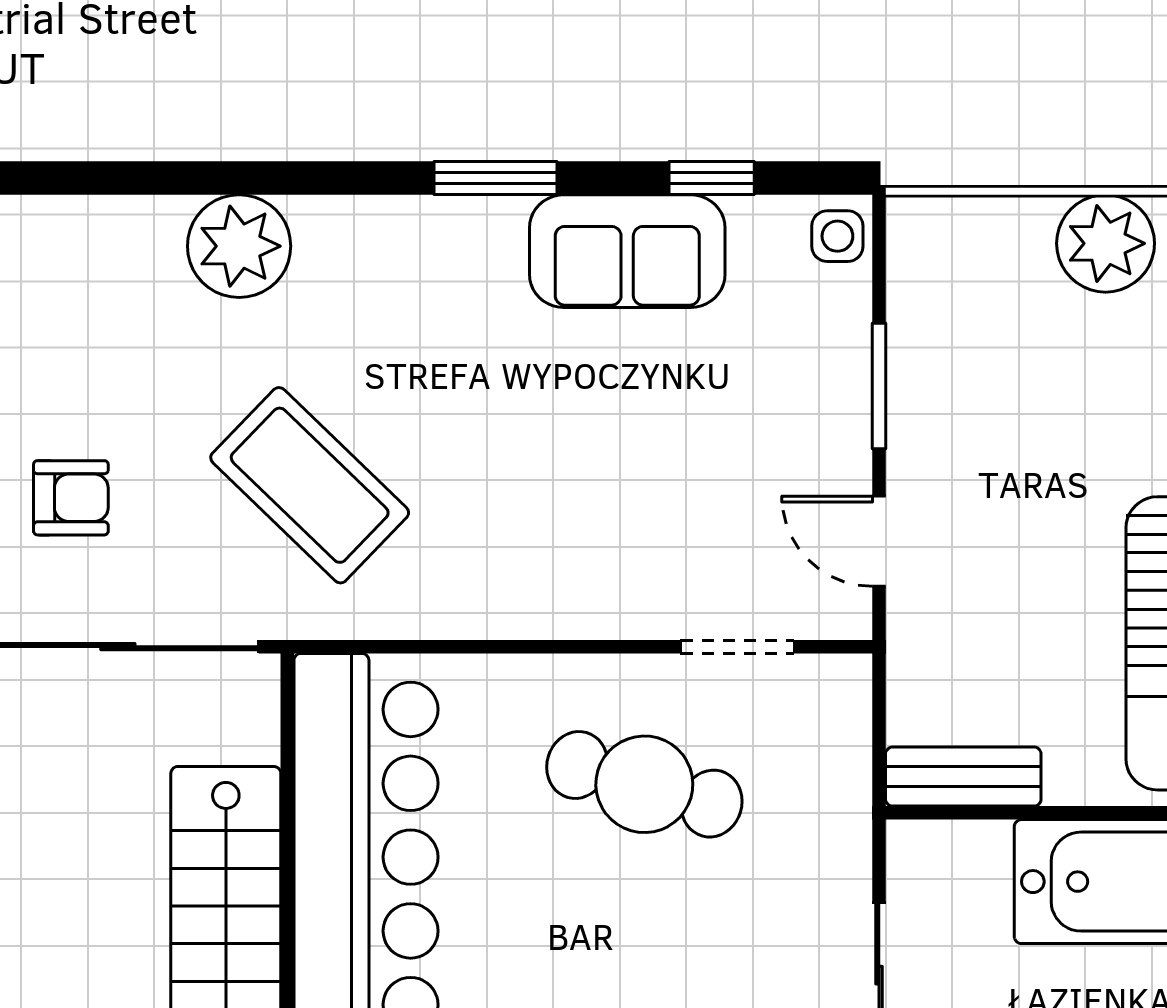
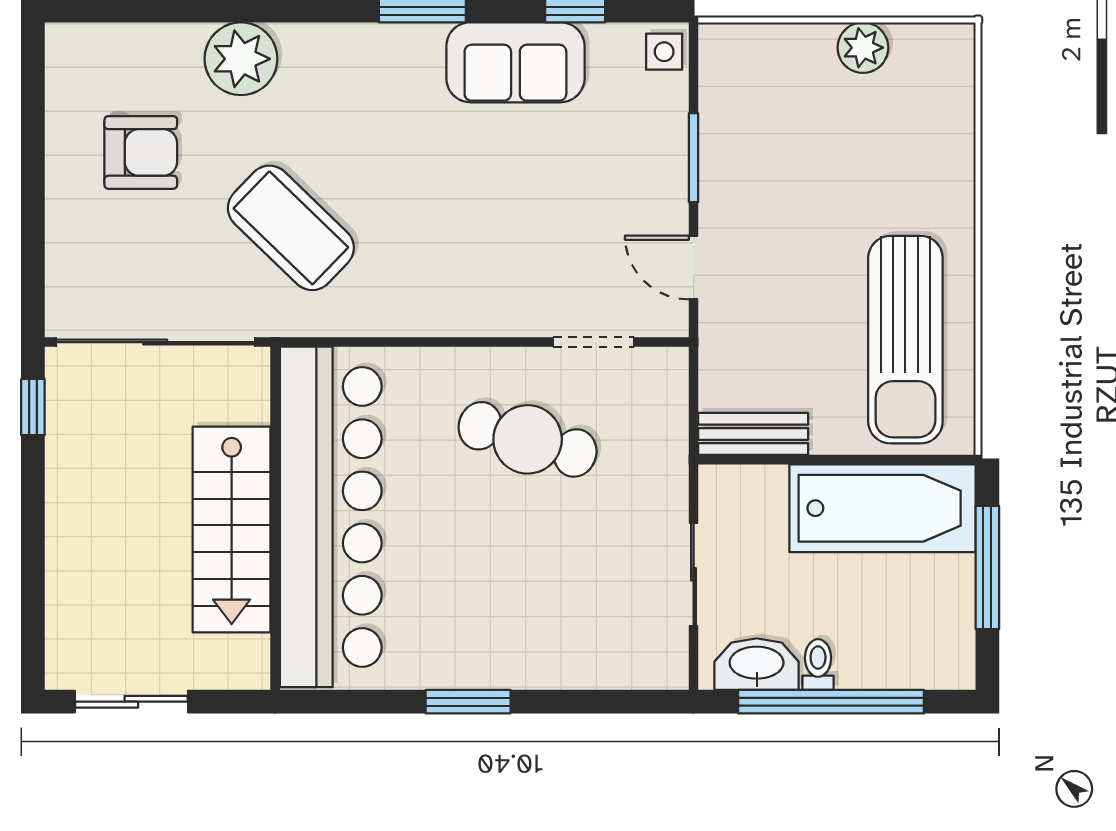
plant: (1106, 243) -> (863, 48), width x0.73, depth x0.73
armchair: (71, 498) -> (141, 152), moved, width x1.38, depth x1.38

